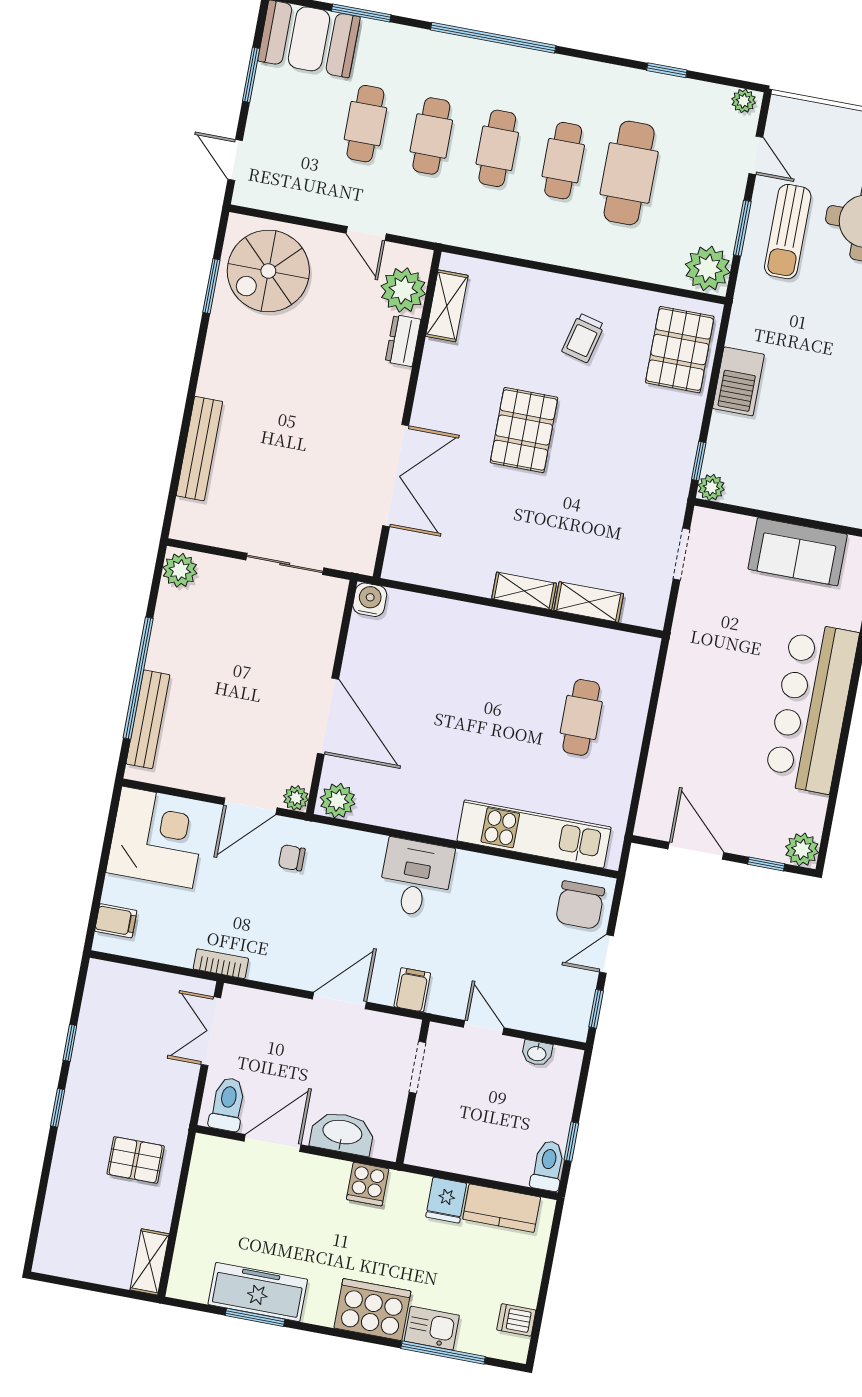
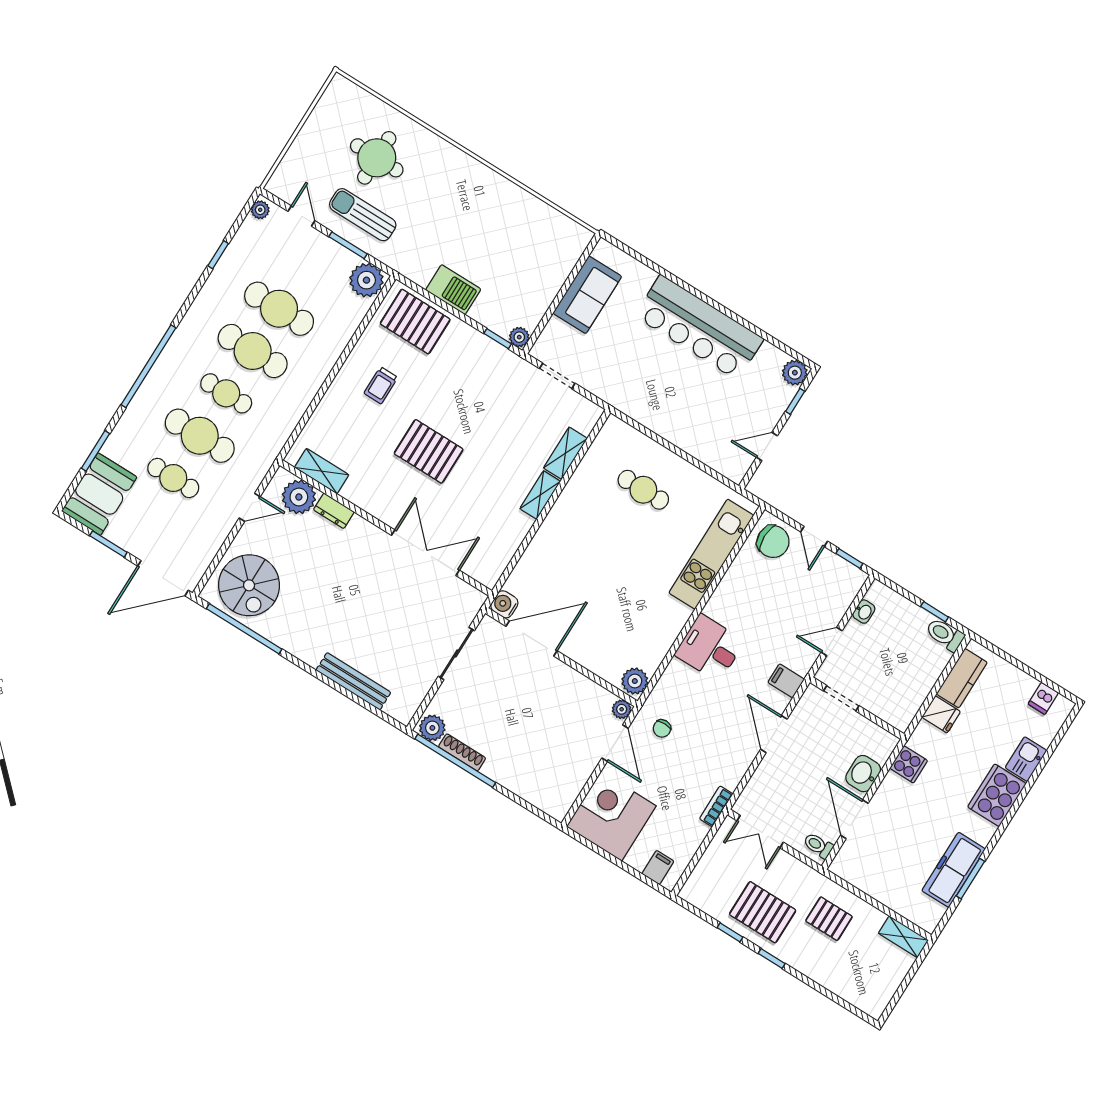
cafe table: (431, 136) -> (200, 436), width x1.37, depth x1.35
door: (756, 155) -> (301, 216), hinge flipped
door: (235, 160) -> (163, 578), width x1.87
cafe table: (563, 161) -> (253, 351), width x1.37, depth x1.35
sun lounger: (788, 232) -> (363, 215), turned 180
window: (211, 286) -> (244, 629), width x2.11
trolley: (583, 338) -> (381, 385), turned 76
shoe rack: (164, 619) -> (462, 752), added
window: (138, 678) -> (455, 761), moved
door: (328, 716) -> (532, 638), moved
bench: (148, 719) -> (527, 790), removed
door: (696, 851) -> (767, 447), width x0.73
pallet: (111, 1074) -> (763, 912), added
toilet: (228, 1104) -> (818, 845), width x0.73, depth x0.72
washbasin: (342, 1133) -> (863, 774), width x0.72
pallet: (136, 1160) -> (829, 919), turned 90
window: (443, 1353) -> (1046, 758), removed

